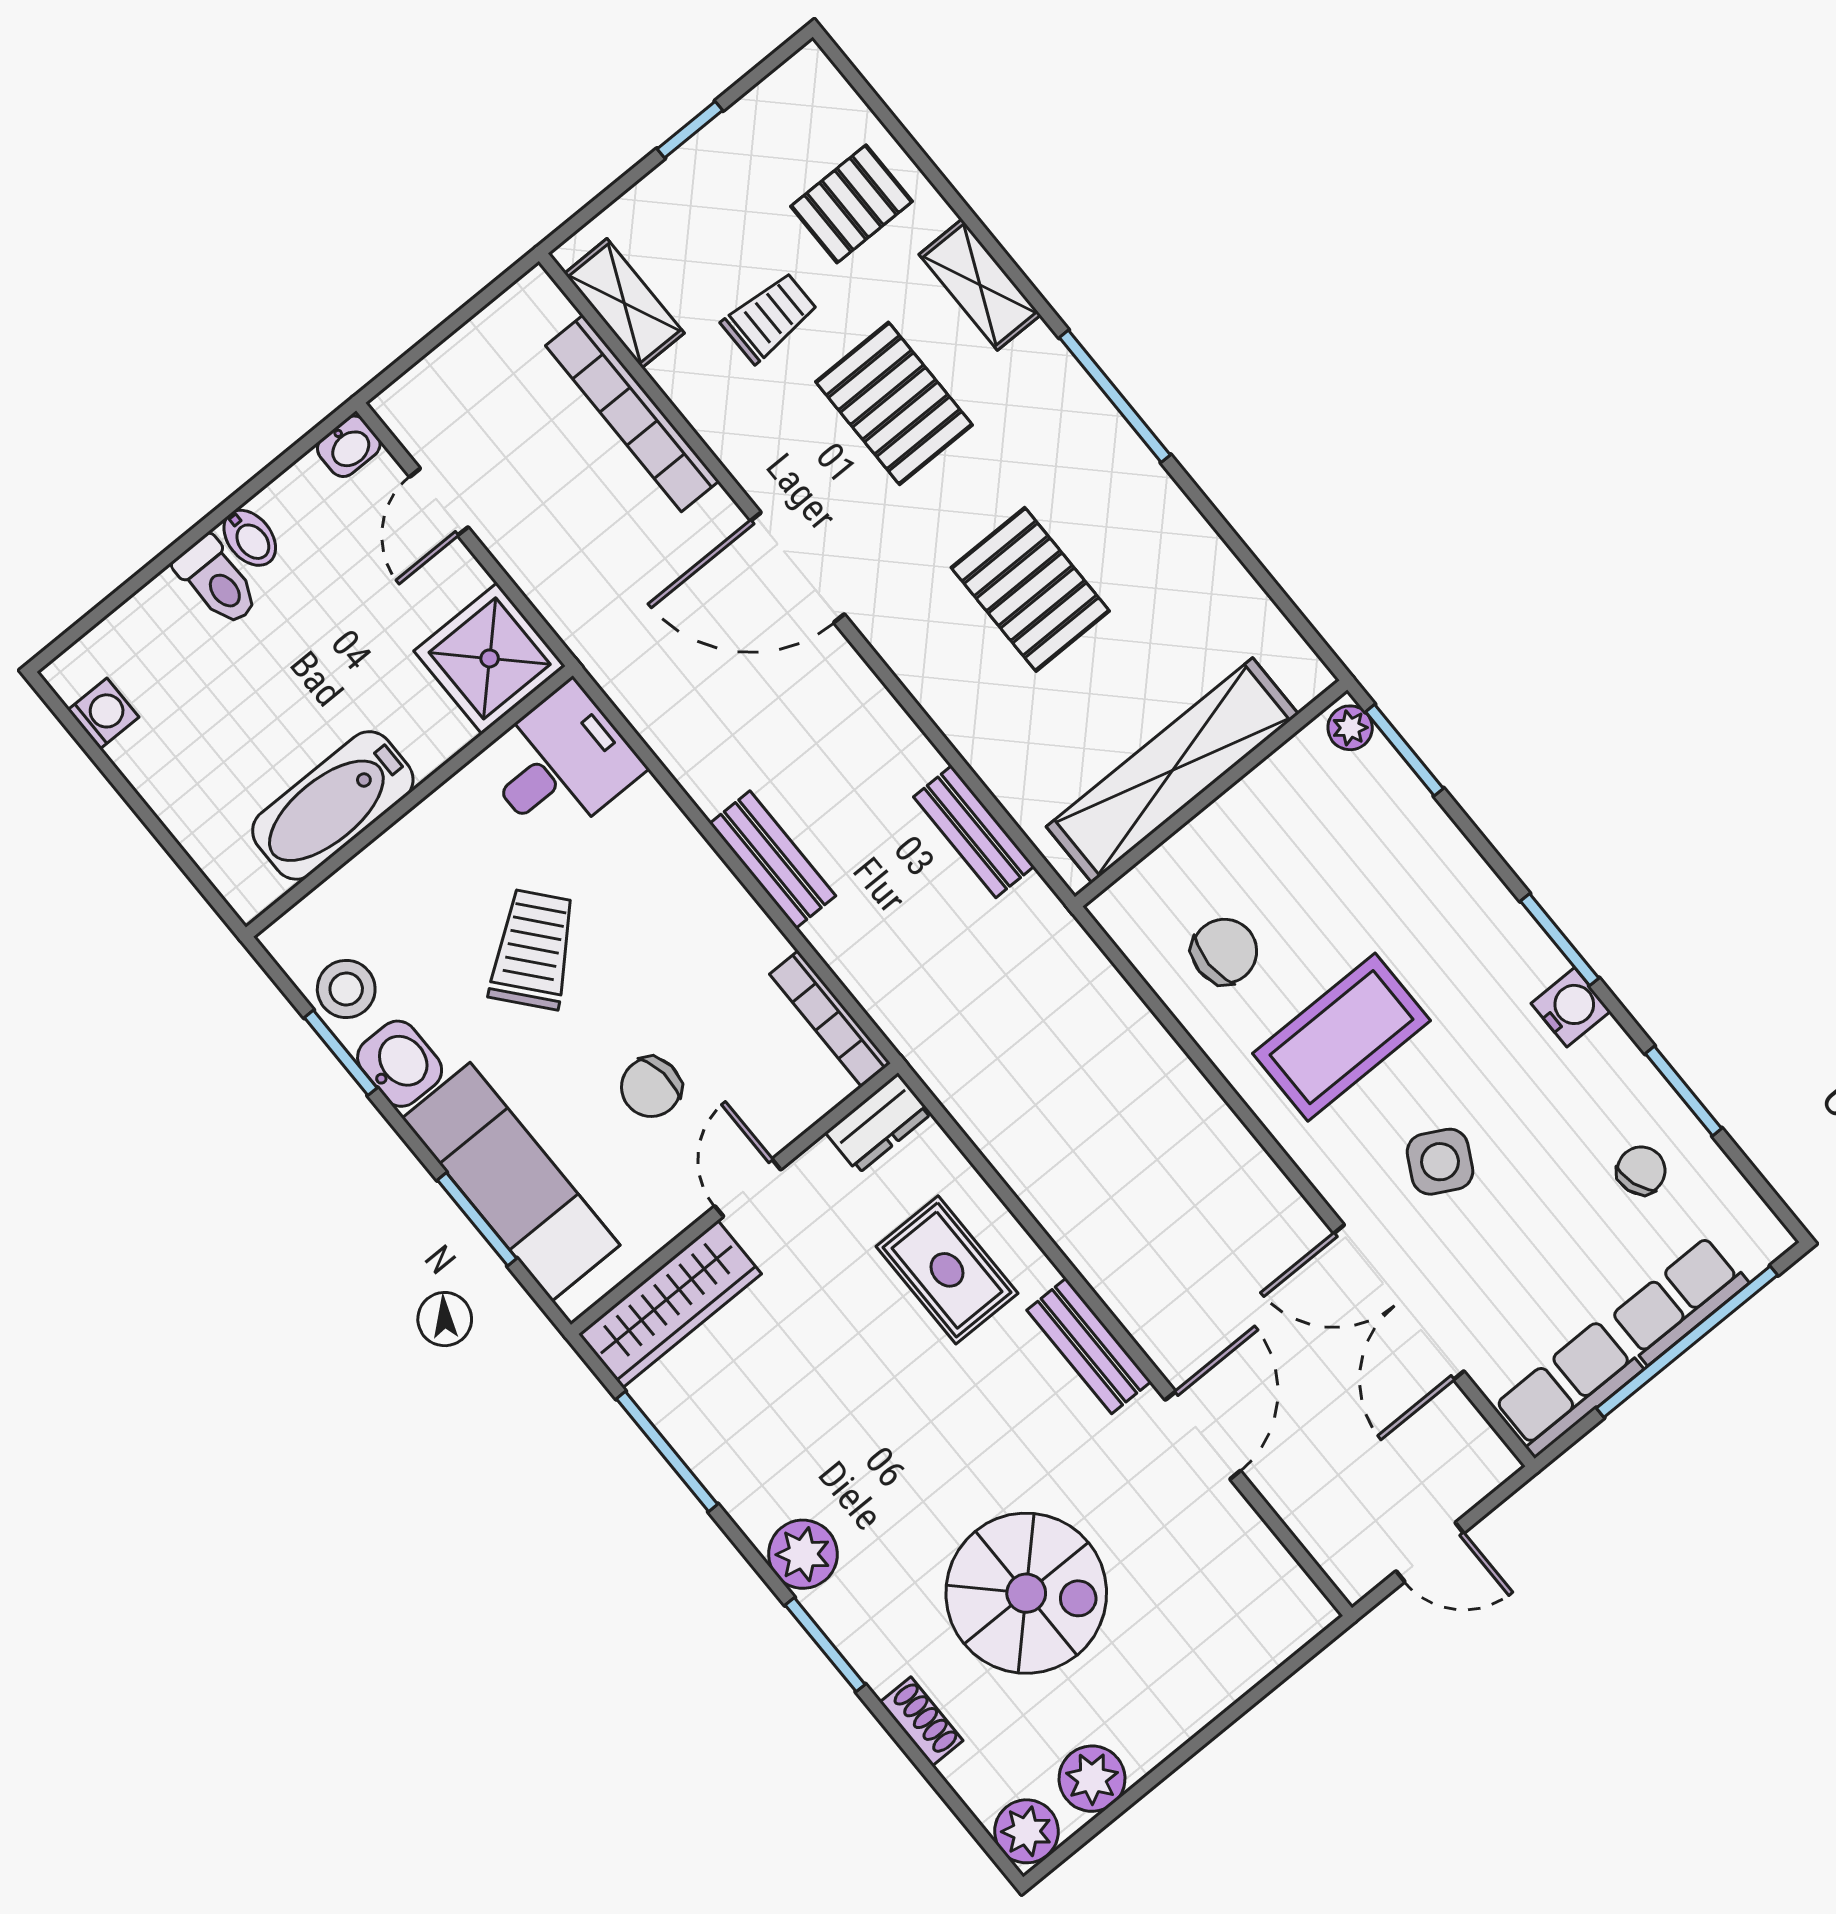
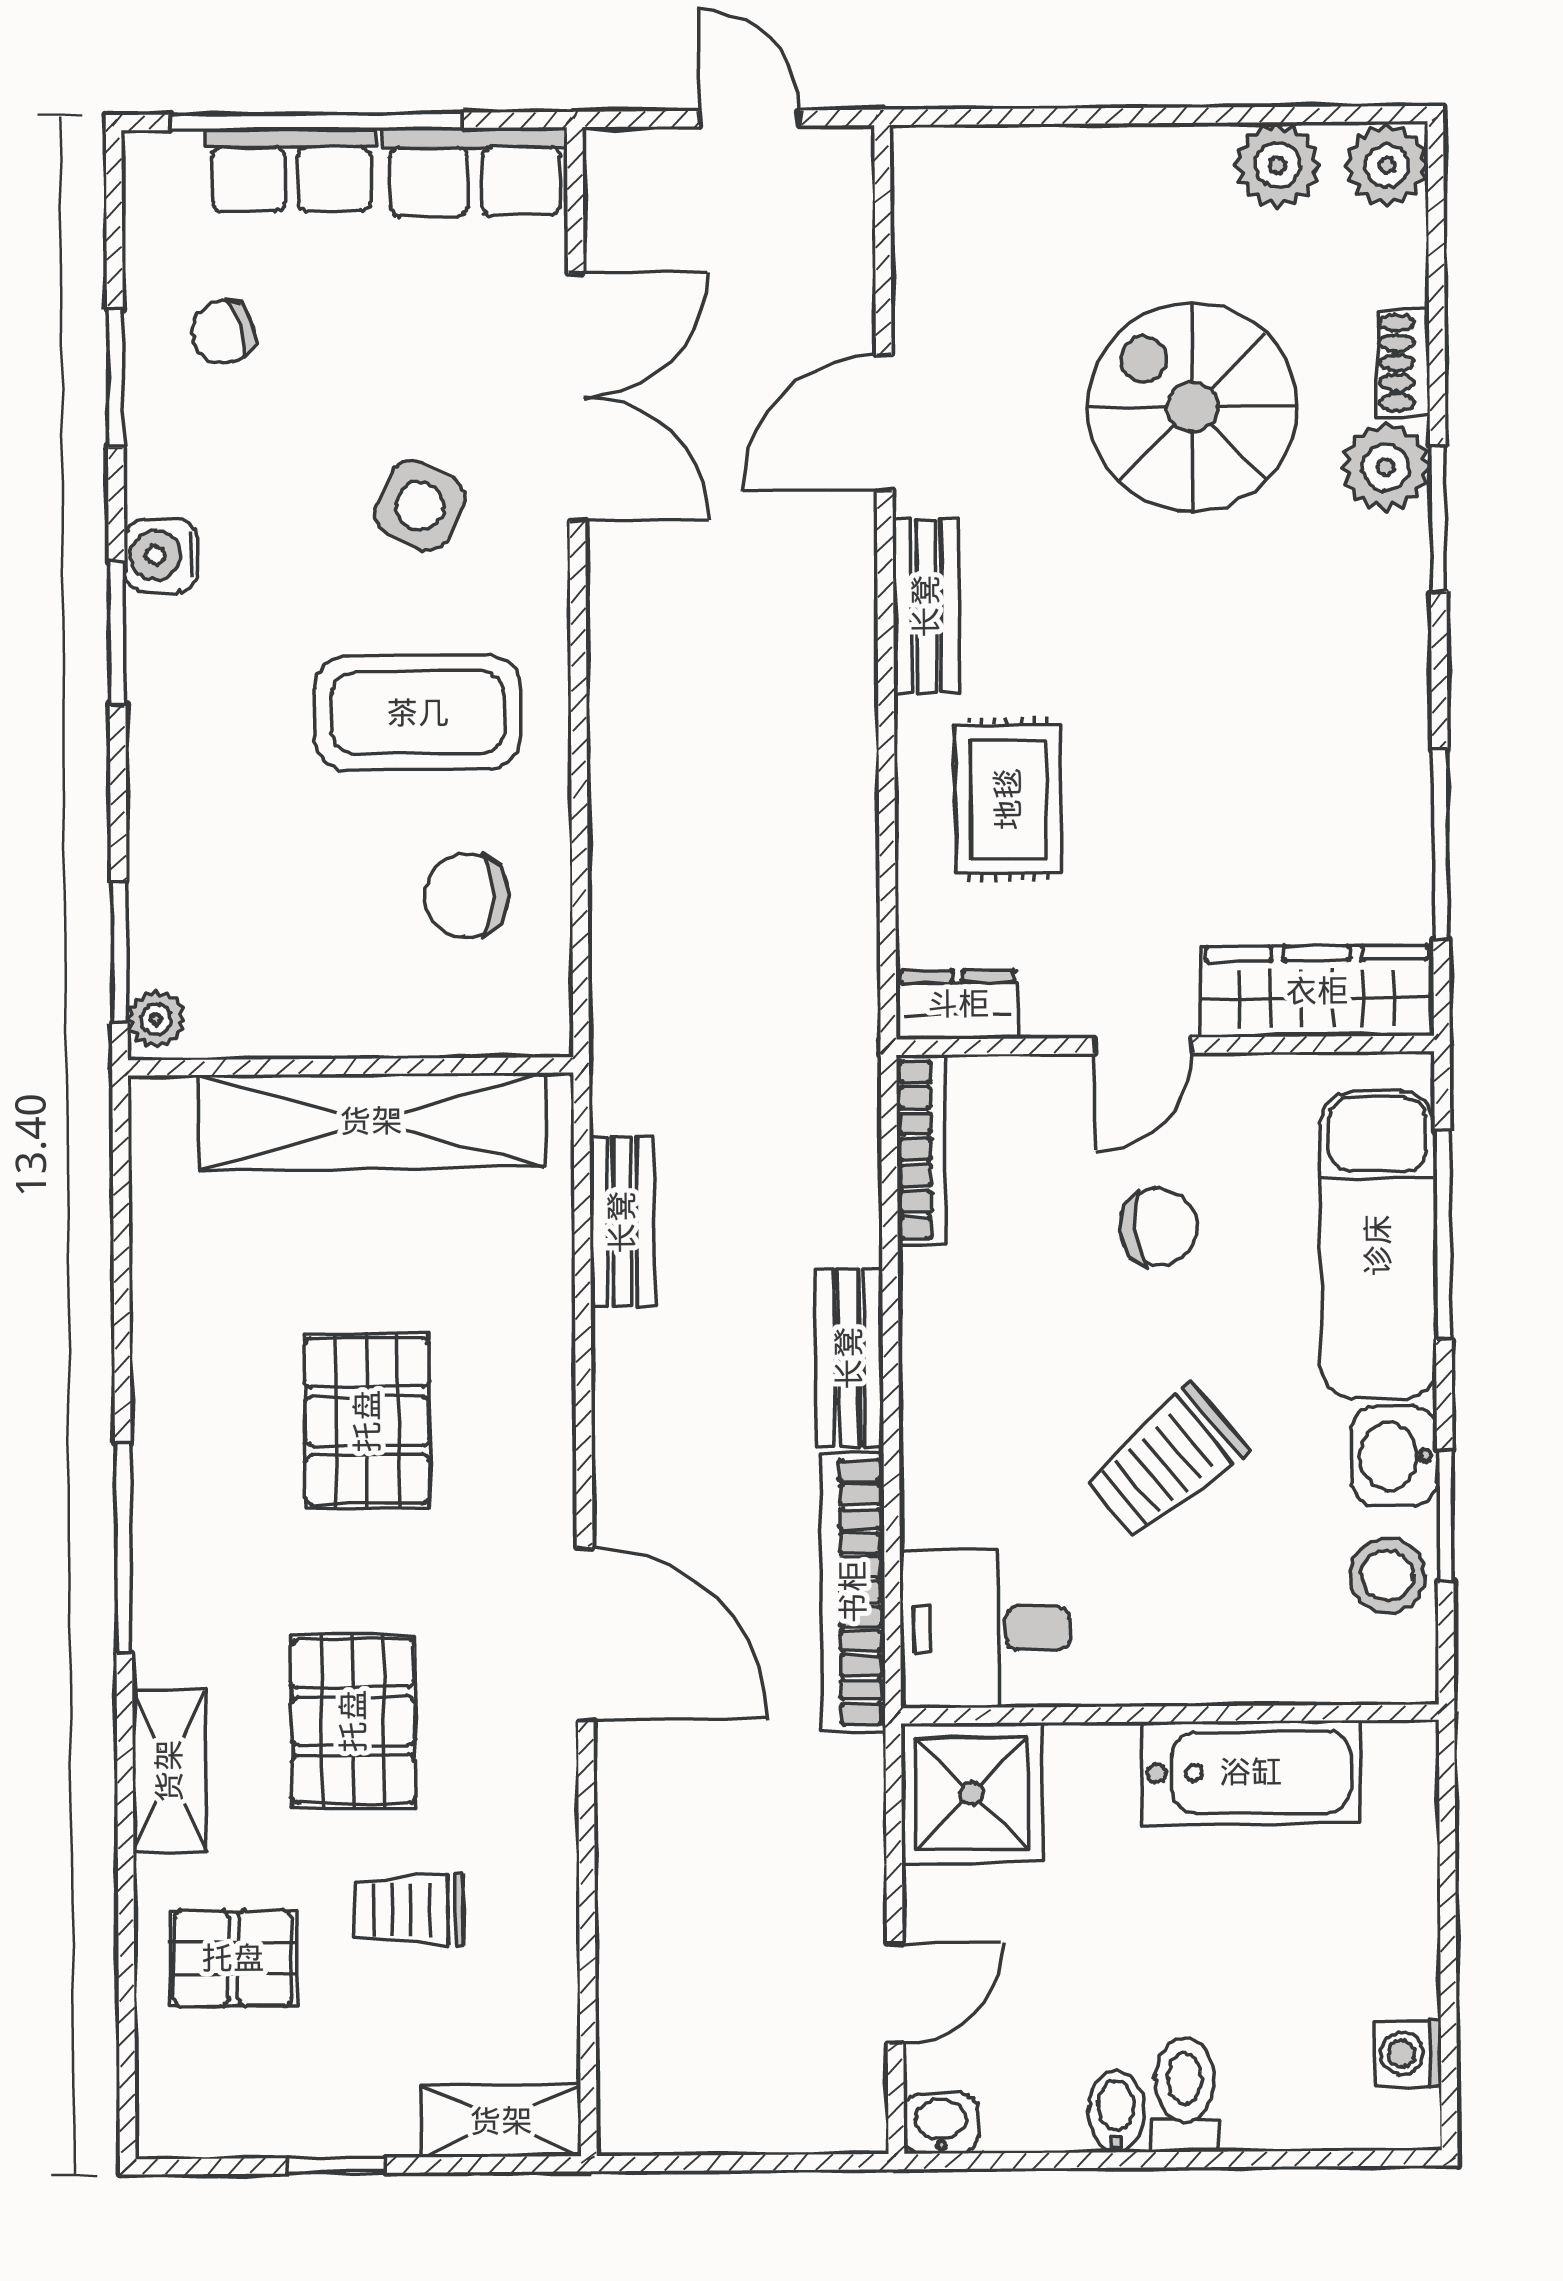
shelving: (624, 303) -> (501, 2121), moved, turned 90
bookcase: (632, 413) -> (853, 1592), moved, turned 180
window: (477, 1219) -> (1443, 1235), width x1.44
plant: (803, 1554) -> (1386, 467), moved

